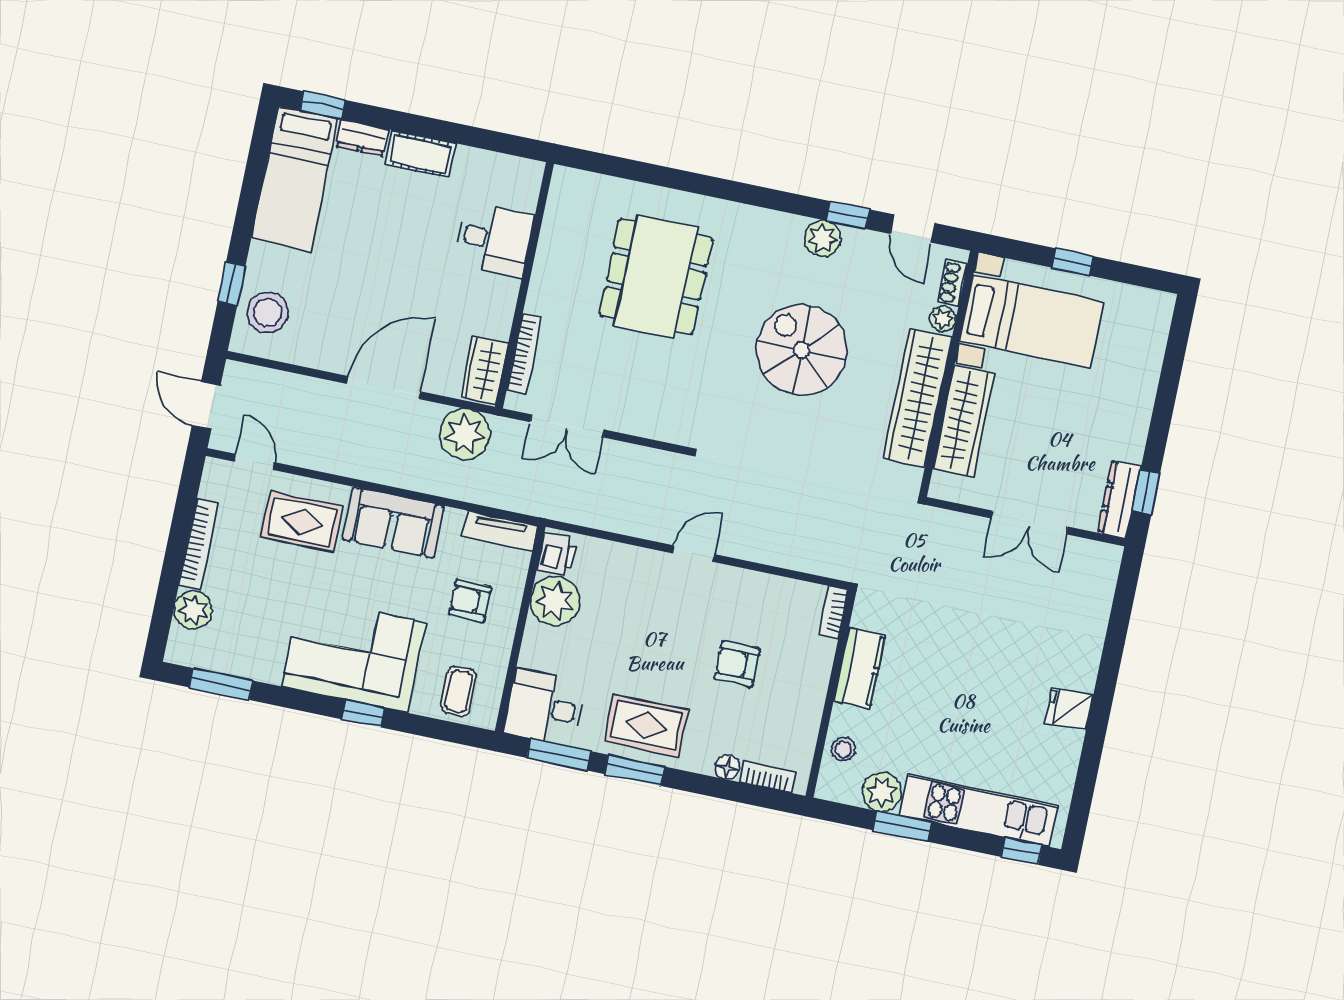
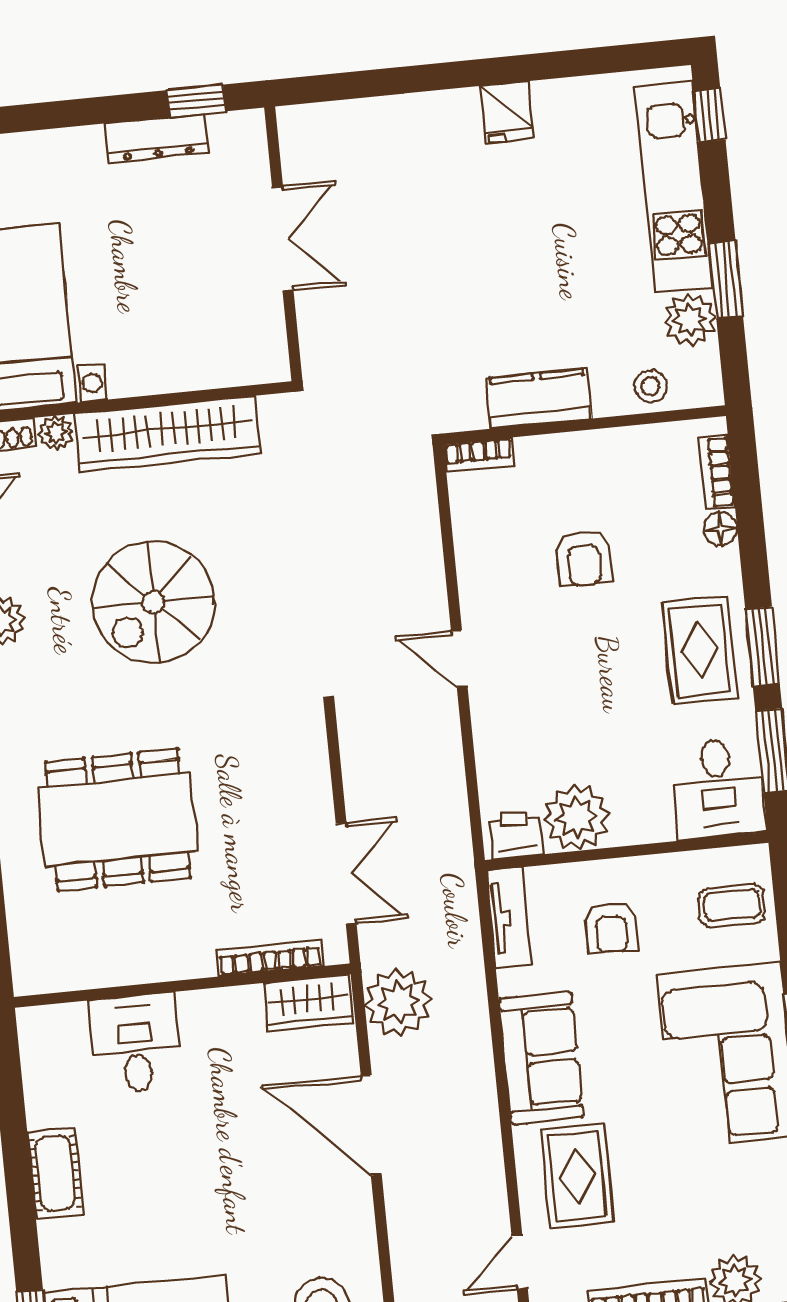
dresser: (362, 138) -> (58, 1254), removed
wardrobe: (964, 421) -> (179, 365), removed
dresser: (1119, 499) -> (157, 138), moved

